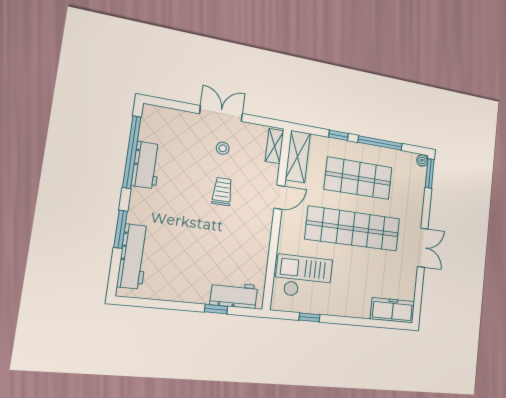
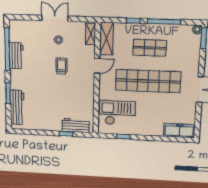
shop shelf: (358, 178) -> (150, 48), width x0.70, depth x0.74

